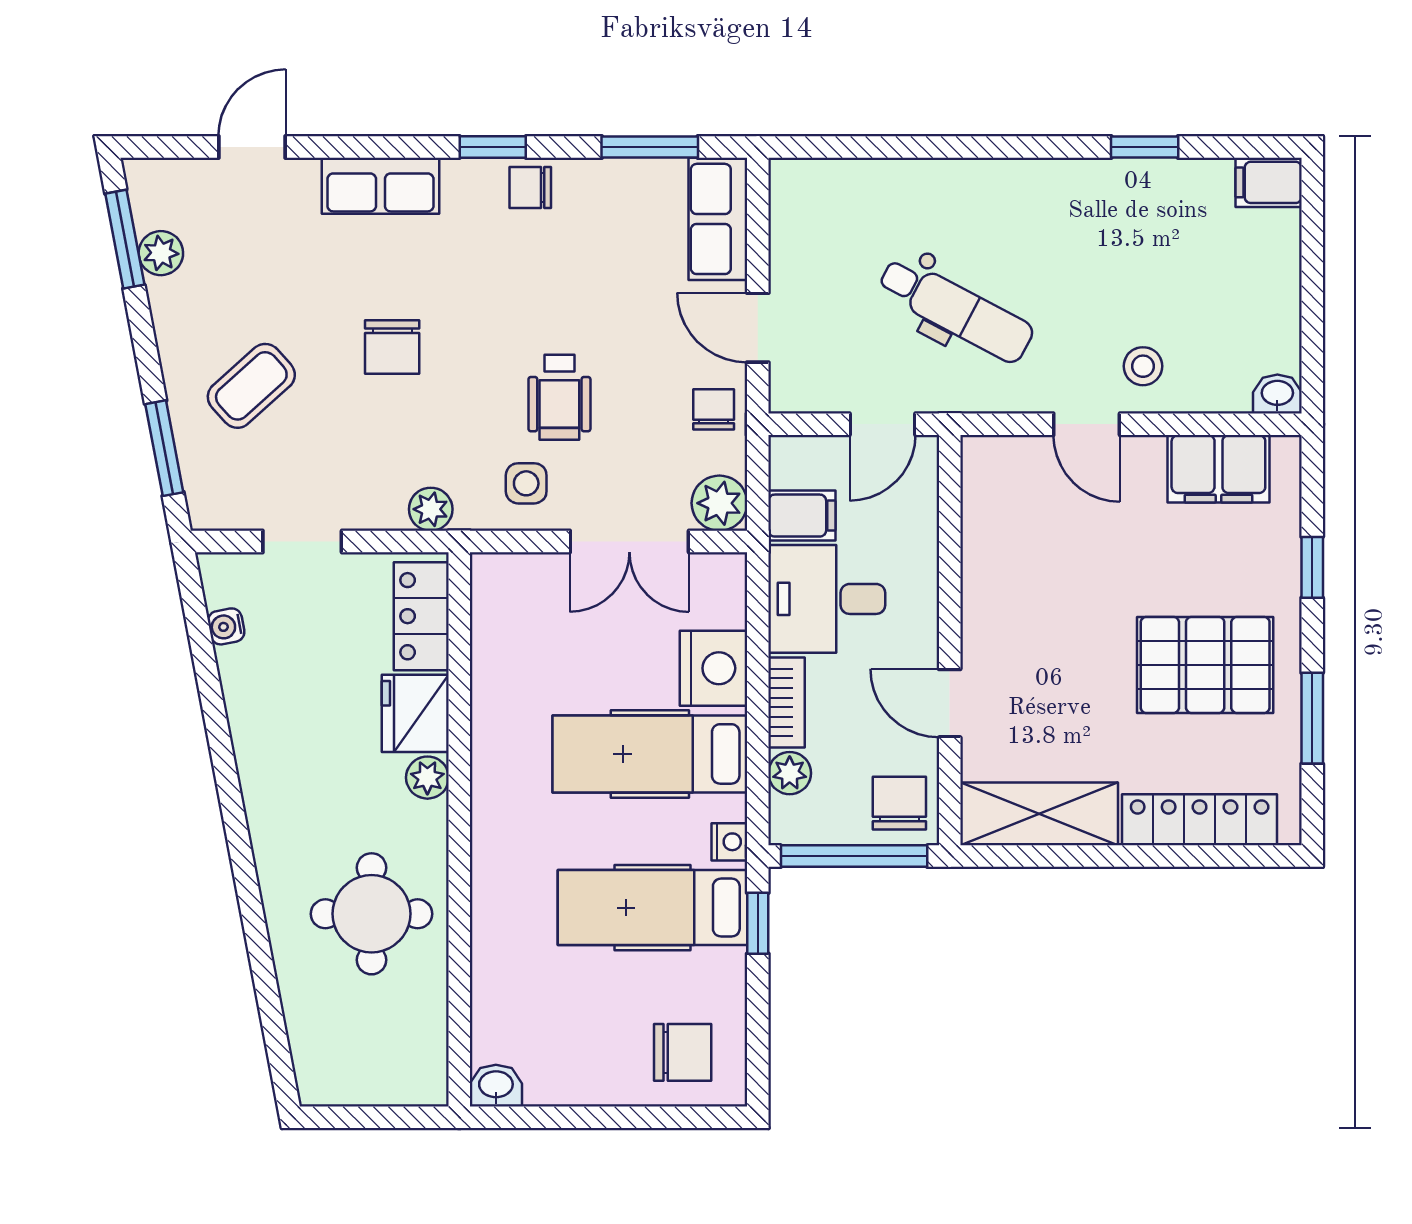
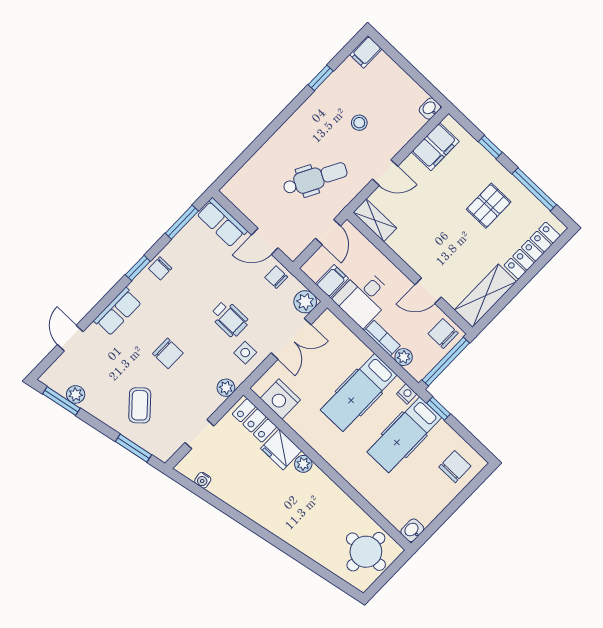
stool: (1143, 366) -> (359, 123), moved
shelving: (984, 488) -> (375, 220), added
pallet: (1205, 665) -> (489, 206), width x0.67, depth x0.71
nightstand: (713, 668) -> (280, 399), moved, turned 180
window: (1312, 718) -> (534, 189), width x1.44
round table: (372, 914) -> (366, 552), moved

